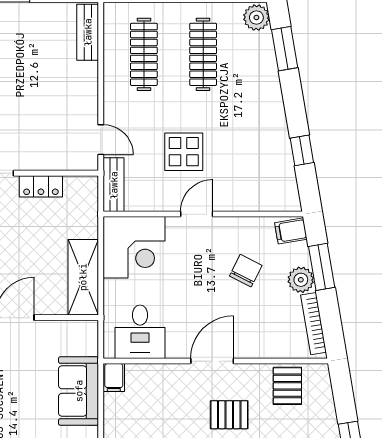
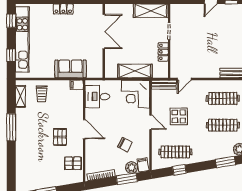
clothes rail: (262, 159) -> (175, 152), added
shelving: (83, 277) -> (135, 71), moved
plant: (301, 280) -> (132, 168), moved

